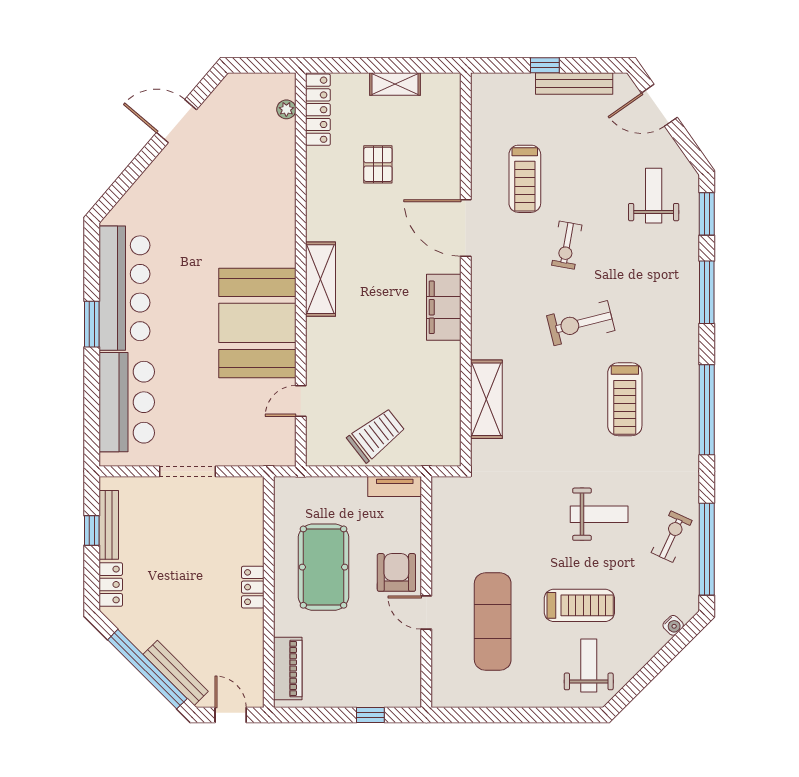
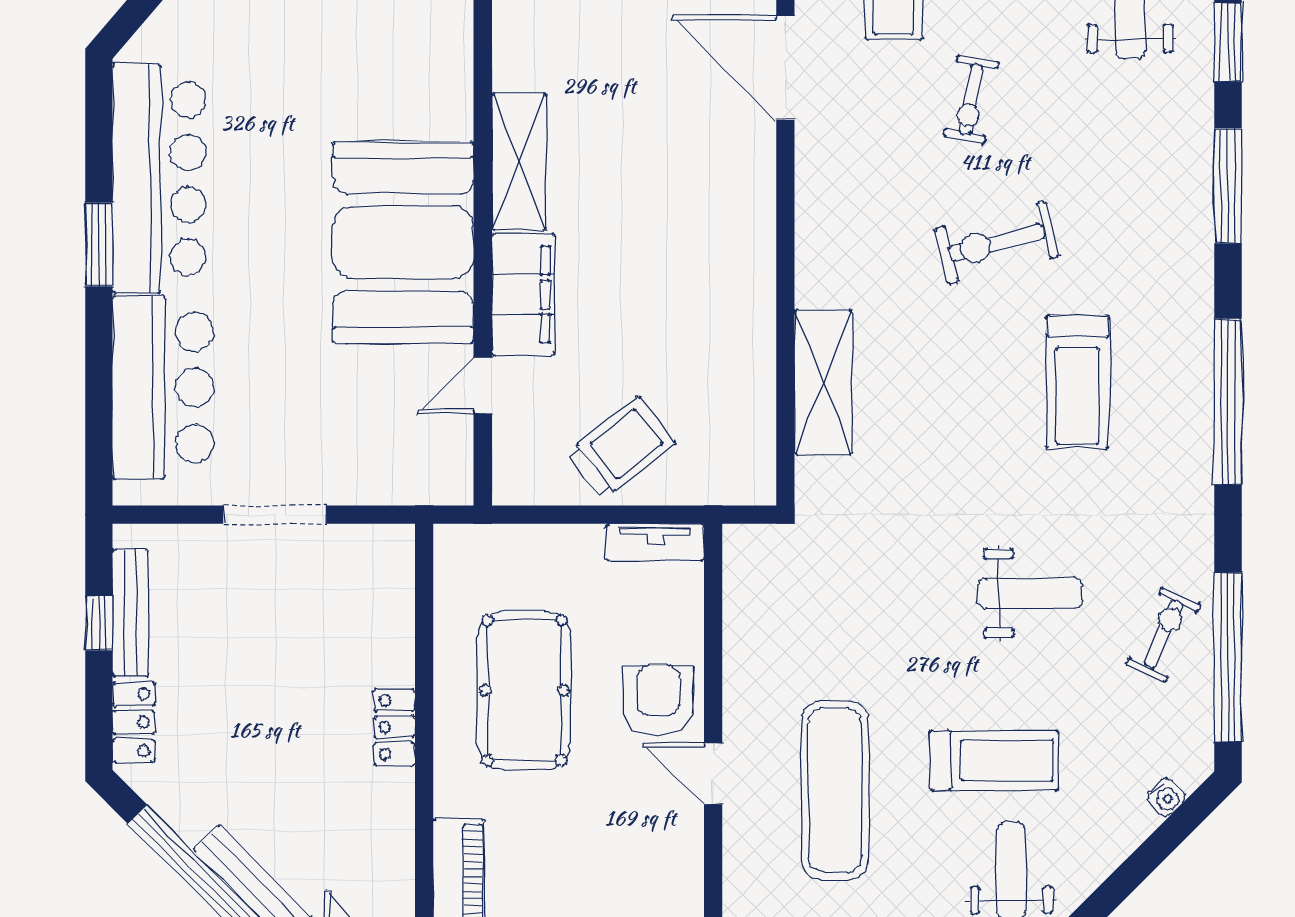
filing cabinet: (444, 307) -> (523, 294), moved, turned 180

